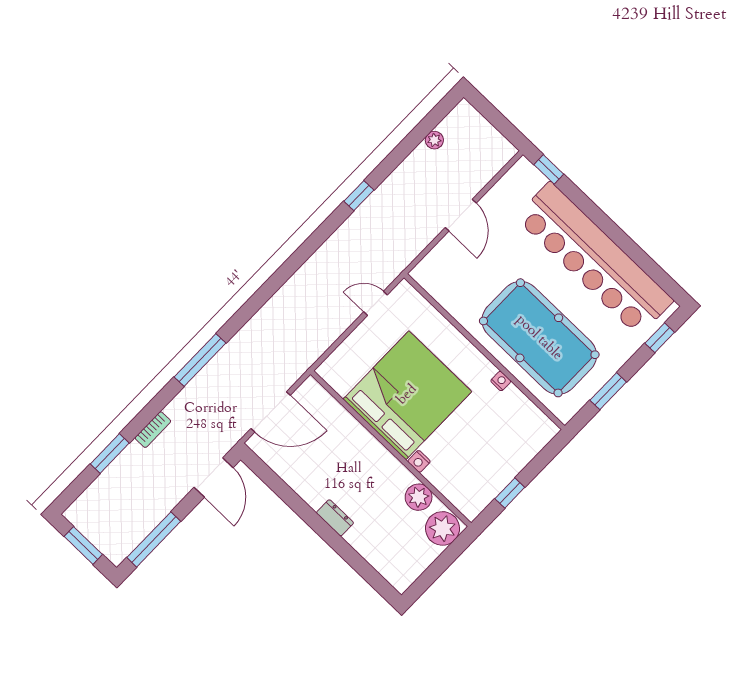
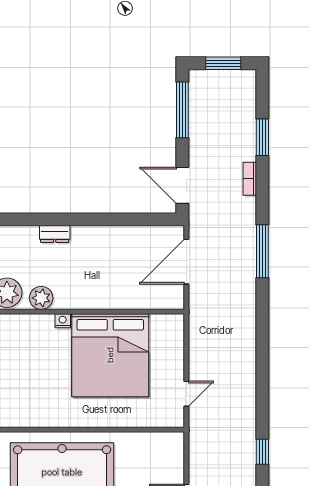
nightstand: (501, 381) -> (60, 421), removed
dresser: (335, 518) -> (55, 234), moved

